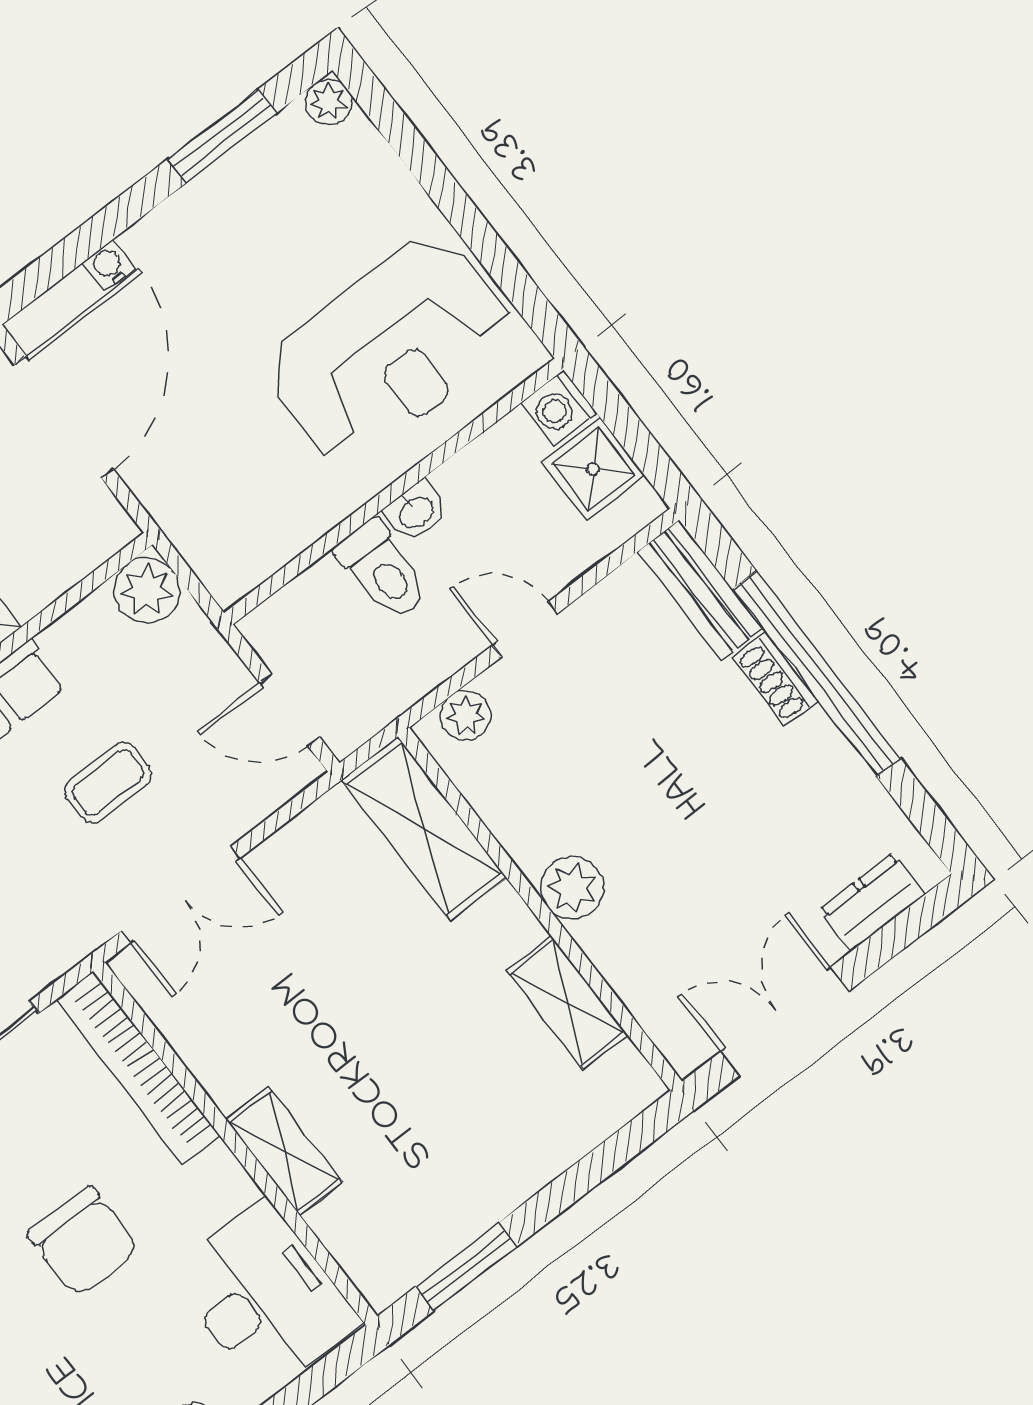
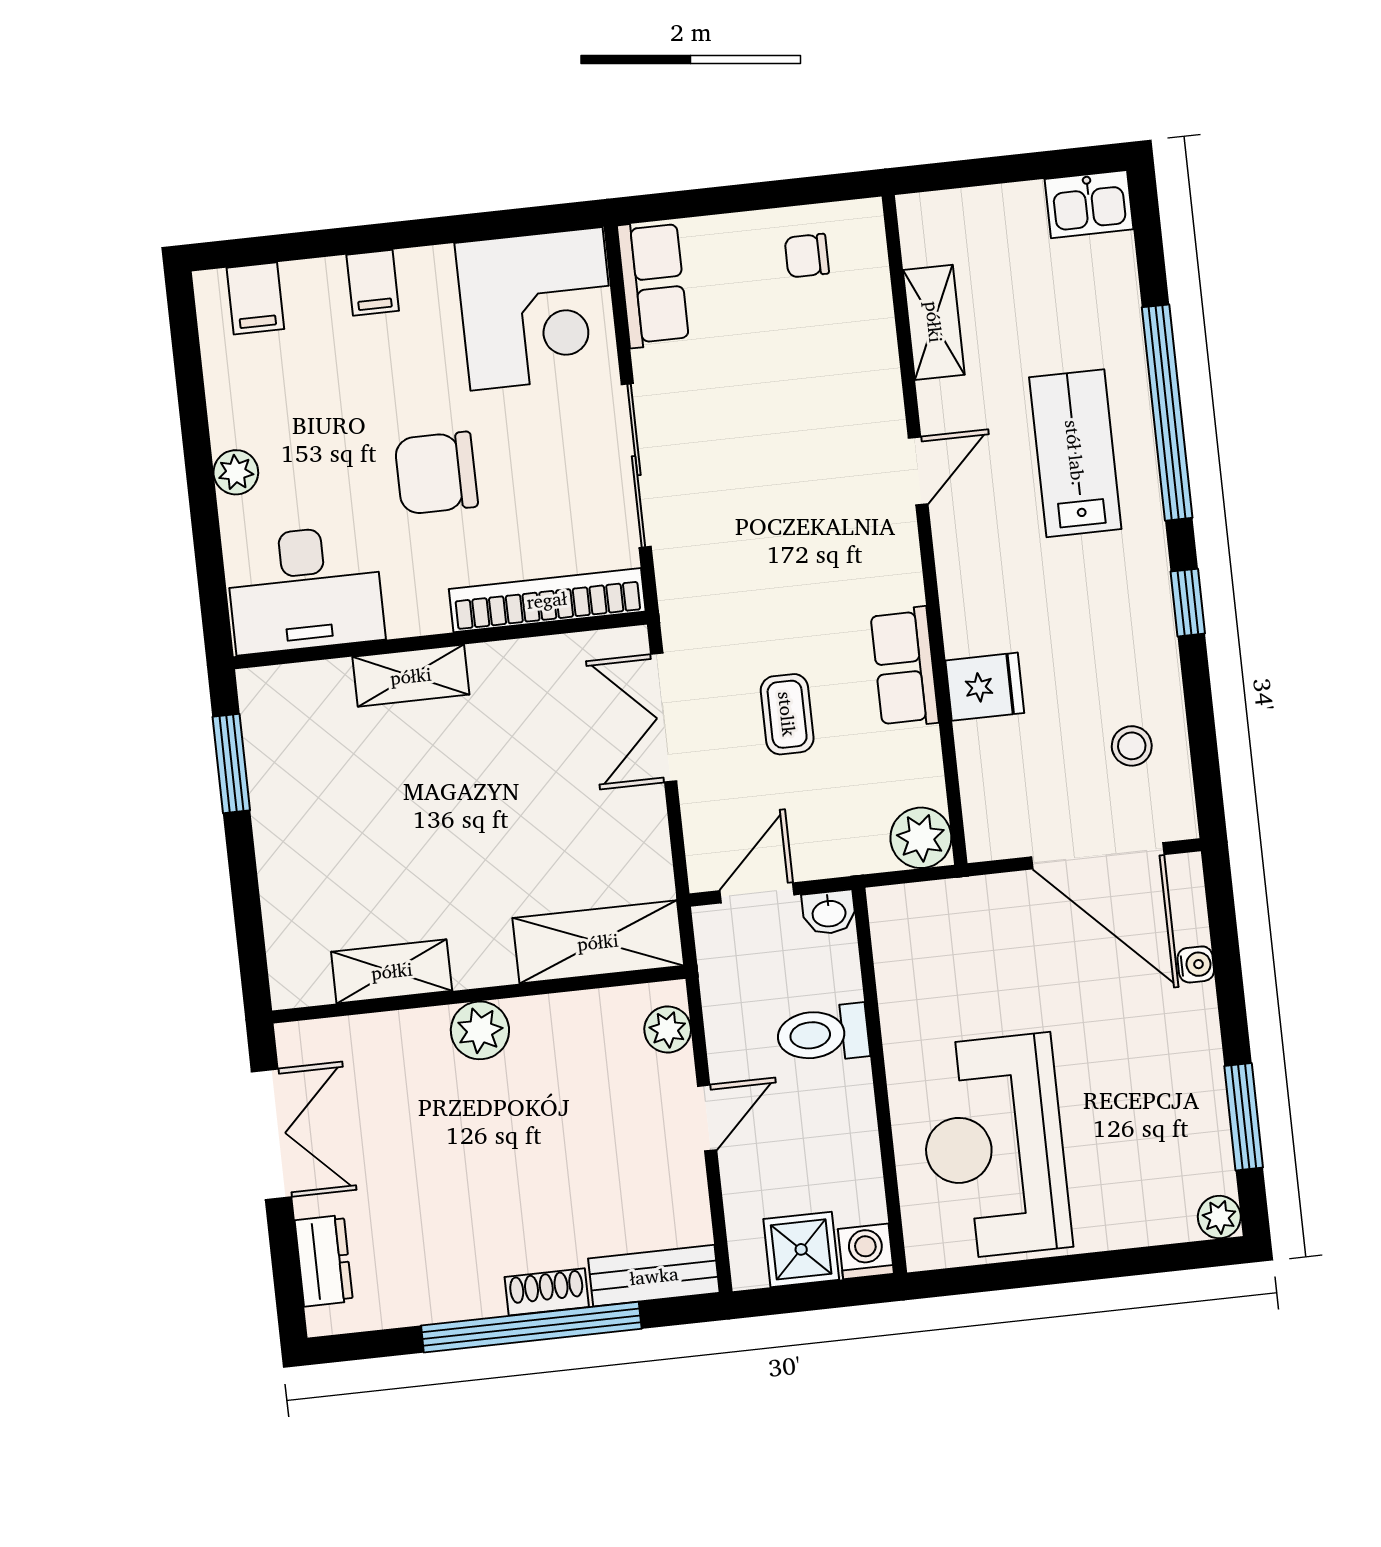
washbasin: (416, 512) -> (829, 912), moved, turned -90

